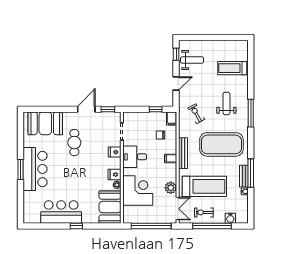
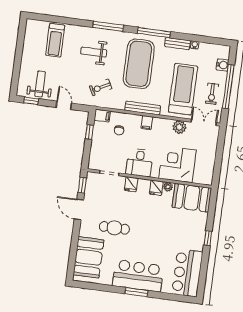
window: (251, 173) -> (154, 33), moved
bar counter: (61, 212) -> (187, 273), moved
window: (151, 226) -> (219, 155), removed

